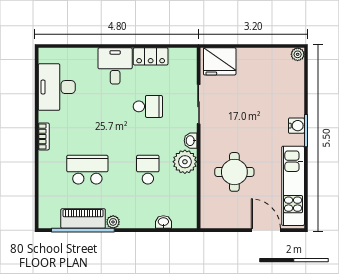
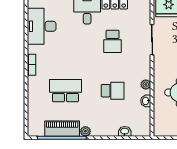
school desk: (148, 106) -> (113, 41), turned 90
washbasin: (191, 141) -> (146, 101), moved
plant: (185, 162) -> (146, 84), width x0.53, depth x0.53
school desk: (148, 170) -> (113, 91), turned 90

